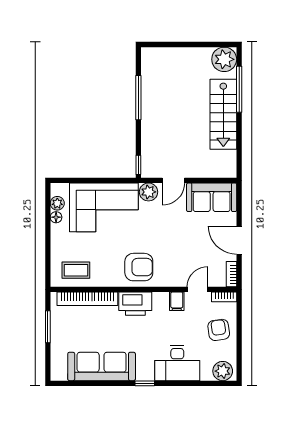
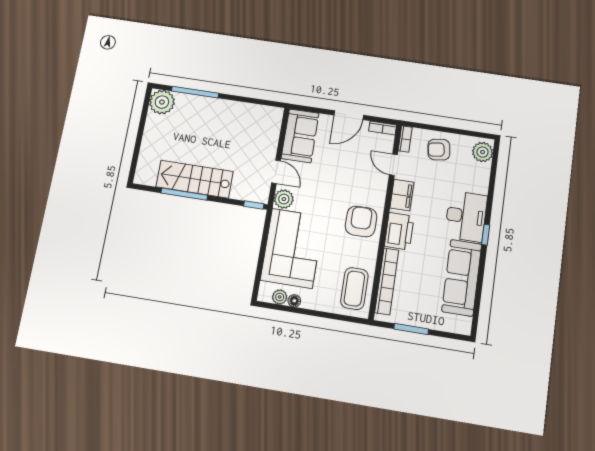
stairs: (223, 114) -> (195, 179), moved, turned 180
coffee table: (76, 270) -> (354, 289), width x1.36, depth x1.30
filing cabinet: (177, 301) -> (402, 195), width x2.00
desk: (177, 363) -> (466, 216), moved

